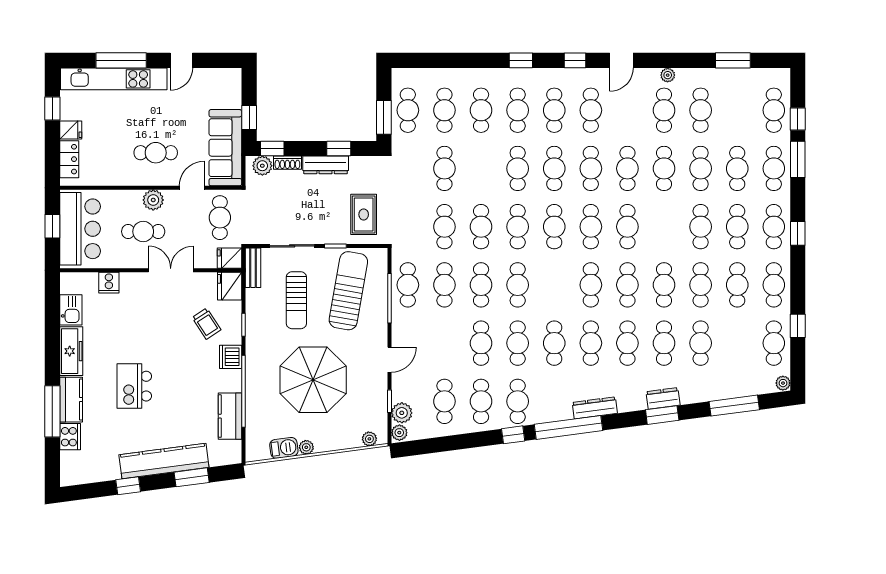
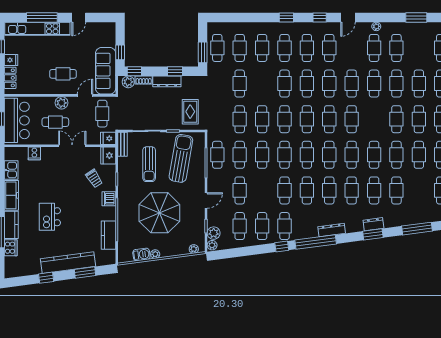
cafe table: (554, 285) -> (307, 155), added
cafe table: (481, 343) -> (240, 190), moved

